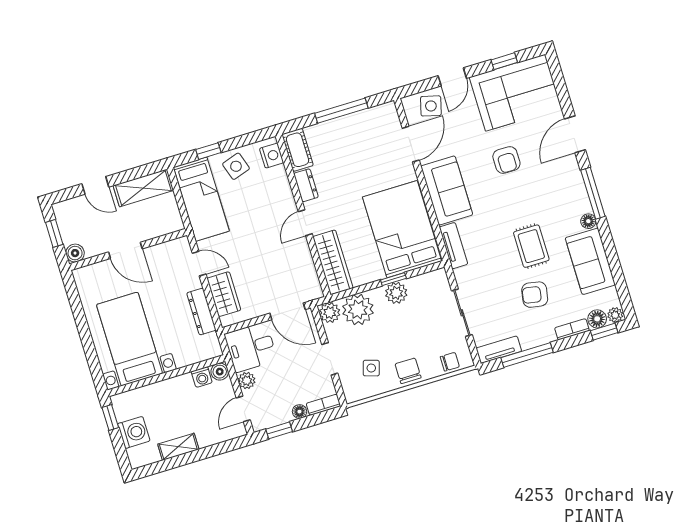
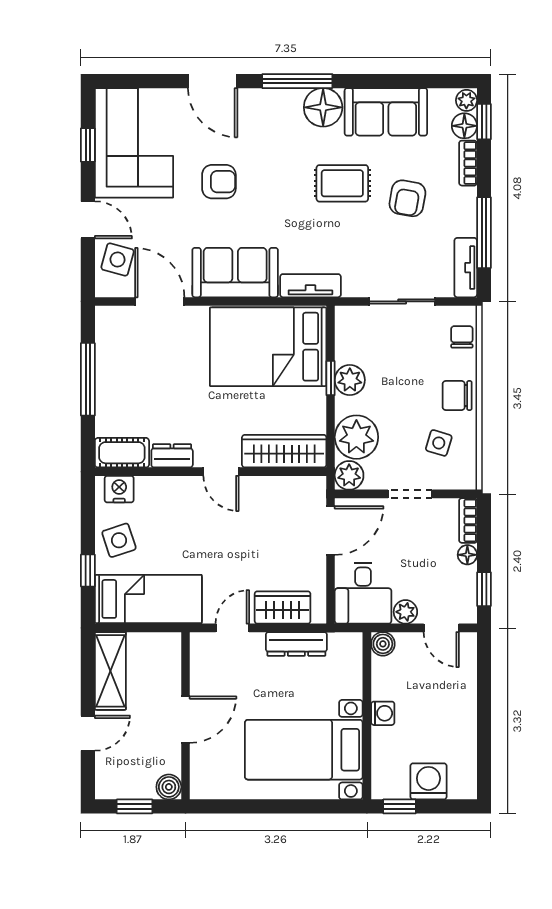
floor lamp: (588, 221) -> (323, 107), width x1.89, depth x1.89
washing machine: (202, 377) -> (383, 713), moved
shelving: (178, 447) -> (465, 728), removed

